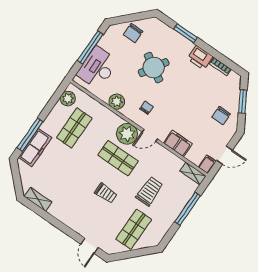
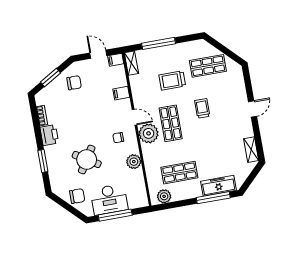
desk: (97, 68) -> (109, 199), moved
filing cabinet: (178, 143) -> (121, 93), width x0.50
door: (90, 246) -> (253, 109), moved

